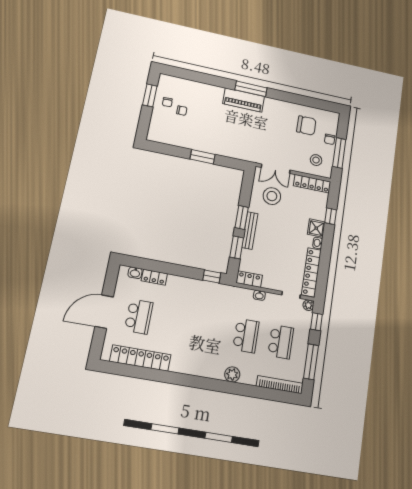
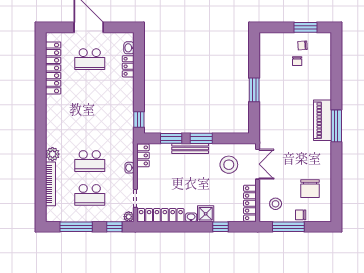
double door: (276, 169) -> (258, 164), swing flipped
bookcase: (280, 385) -> (51, 184), moved

